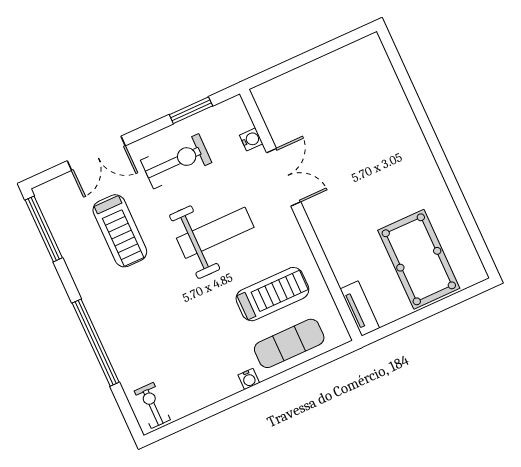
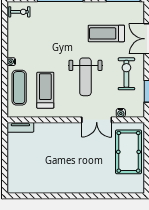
exercise bike: (176, 161) -> (126, 74), turned 180
pool table: (419, 259) -> (128, 152), moved, turned 90
treadmill: (272, 294) -> (45, 90), turned 180

